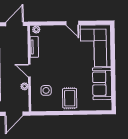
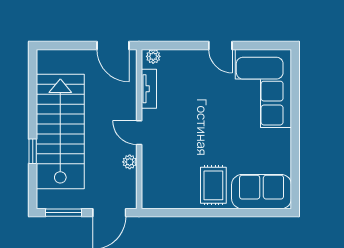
door: (15, 24) -> (113, 45), swing flipped
sofa: (102, 84) -> (262, 192), moved, turned 90
side table: (46, 90) -> (170, 170), removed

